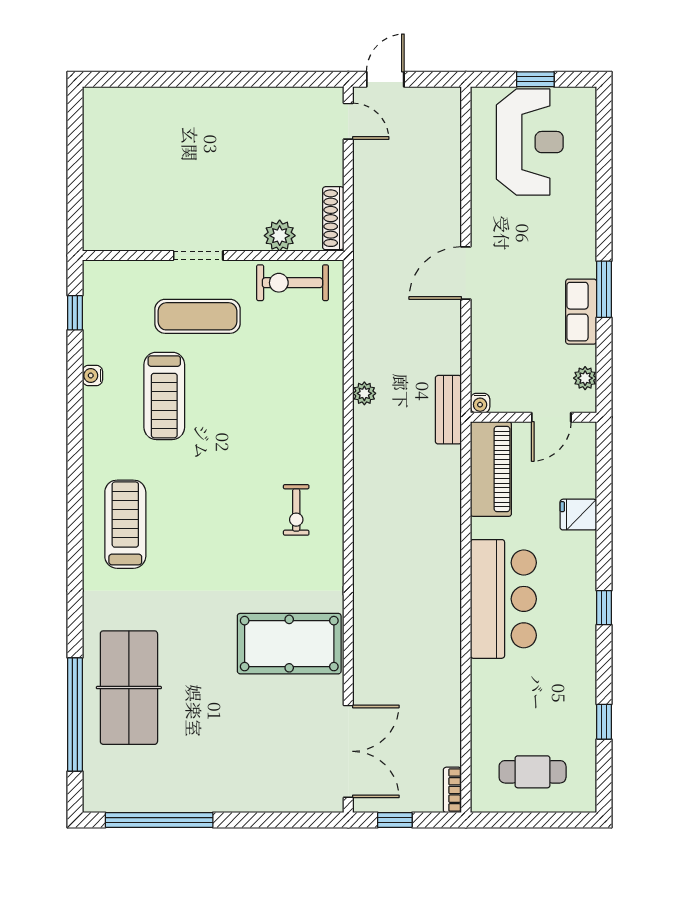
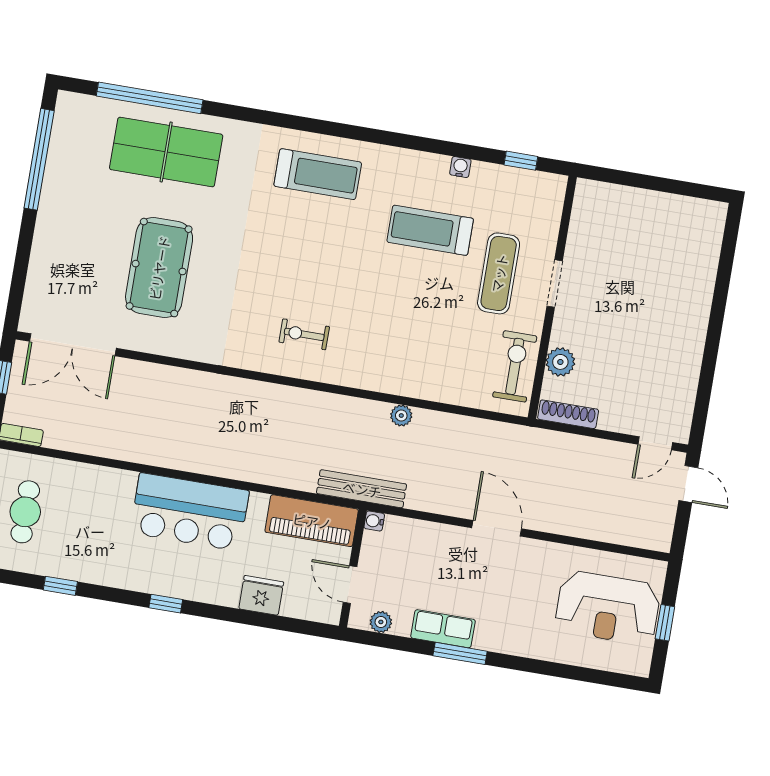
bench: (448, 410) -> (362, 489), width x1.36
fridge: (578, 515) -> (261, 595), width x1.38
pool table: (289, 644) -> (159, 268), moved

